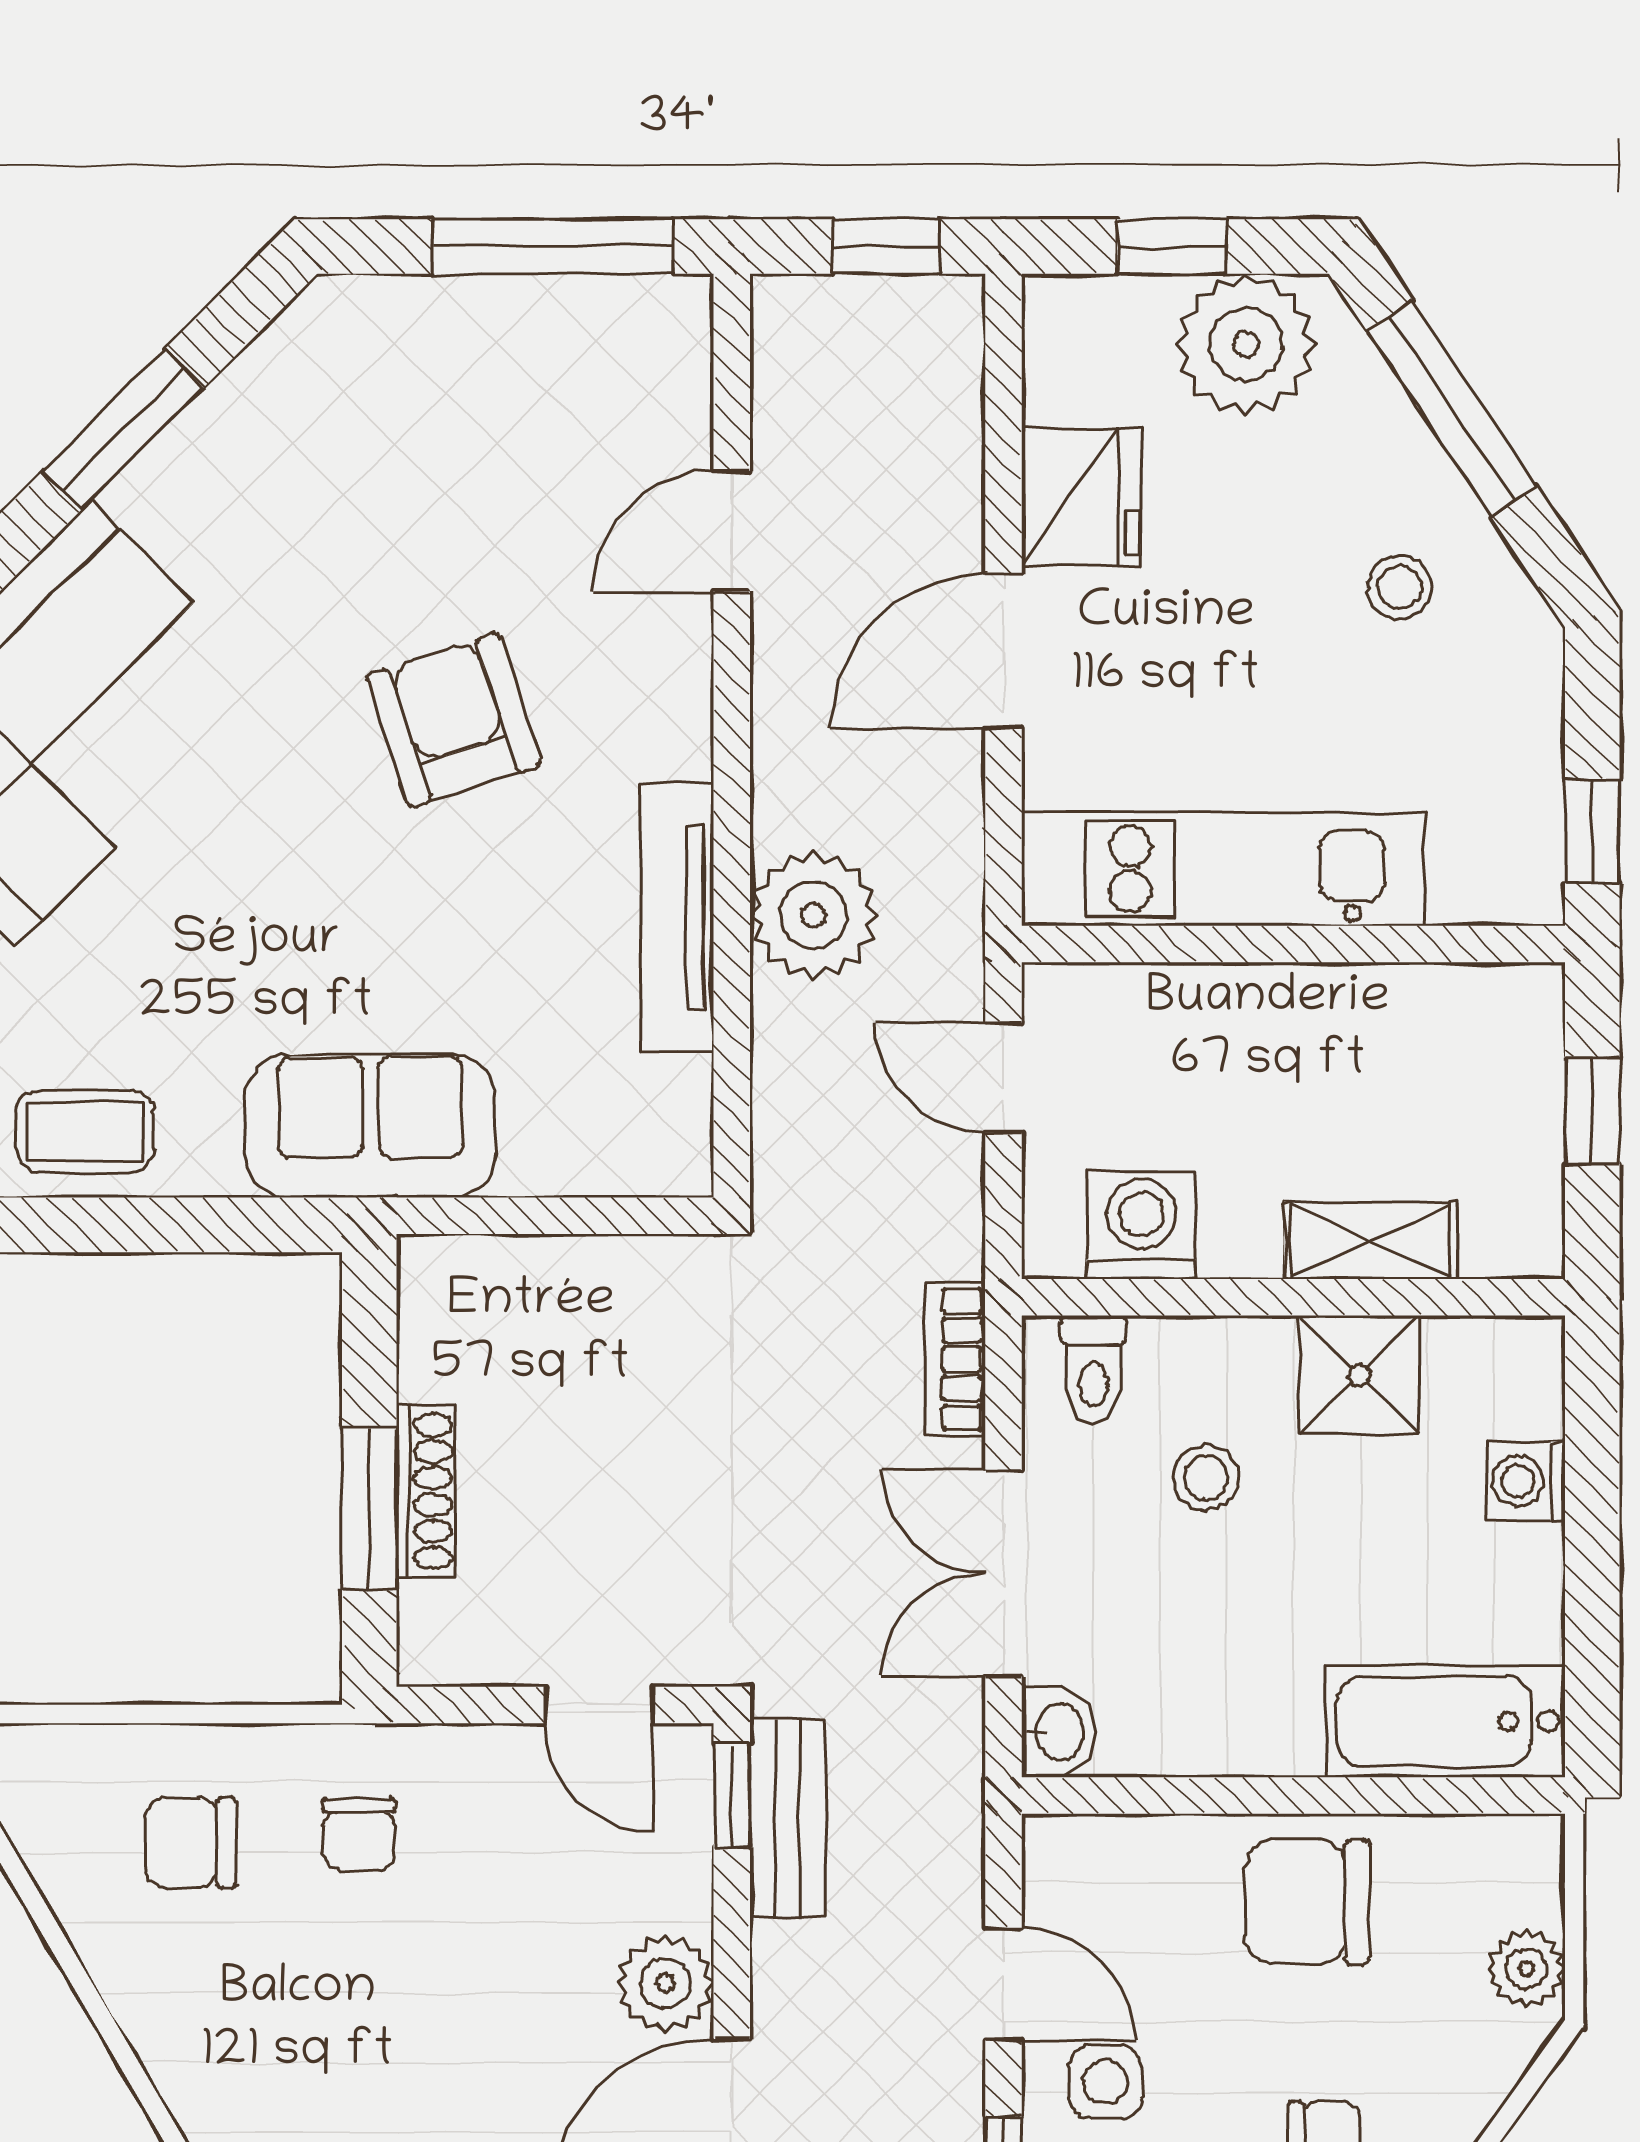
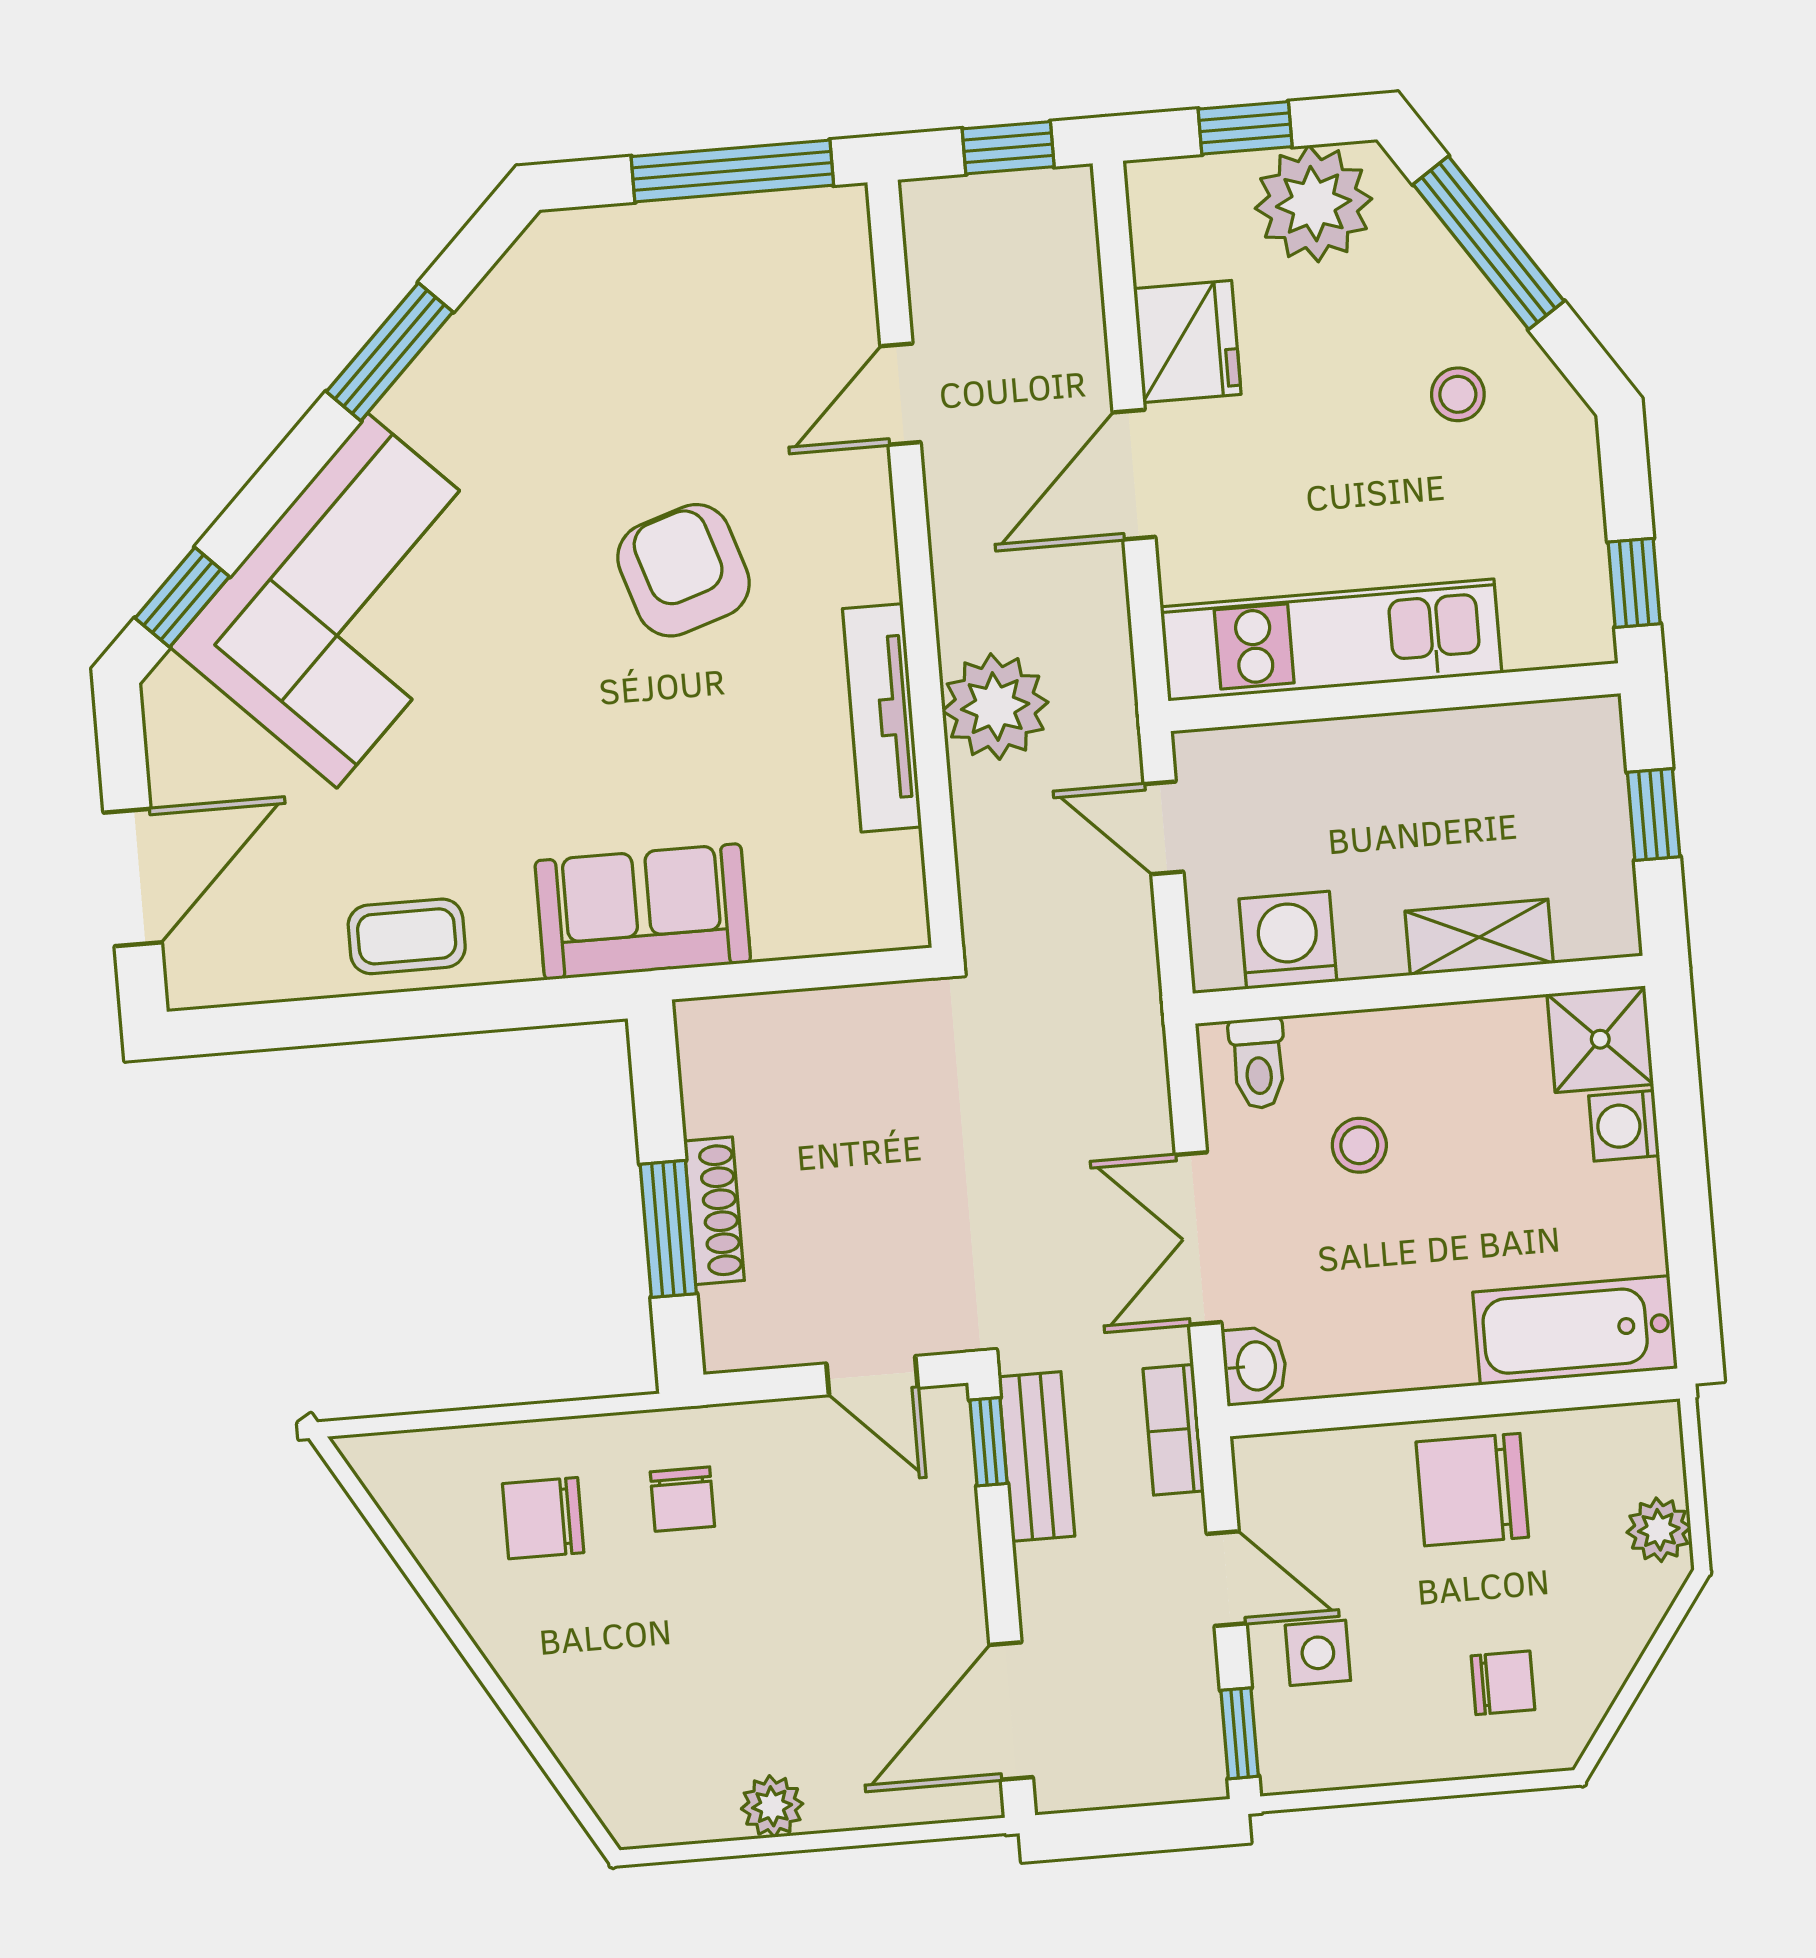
bookcase: (955, 1359) -> (1174, 1430), moved
shower: (1359, 1375) -> (1600, 1039), moved
plant: (665, 1983) -> (947, 1601), removed

